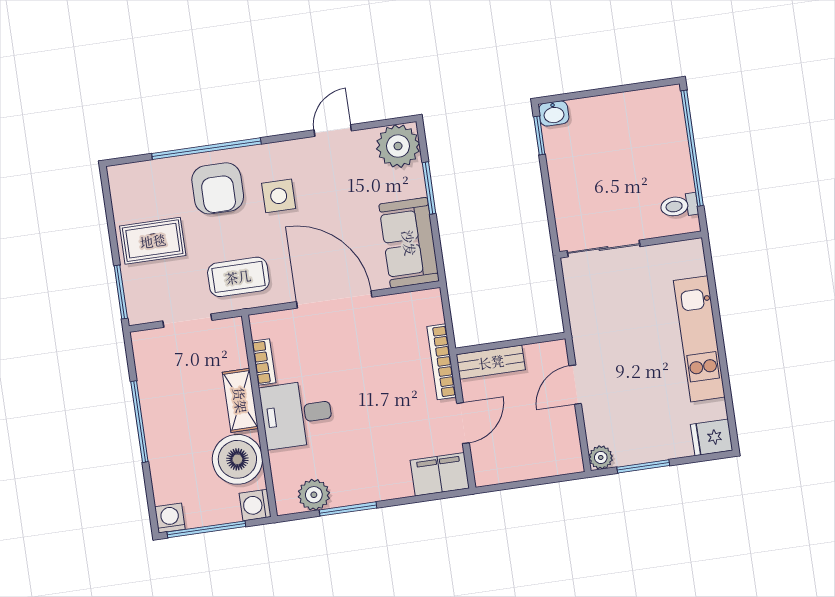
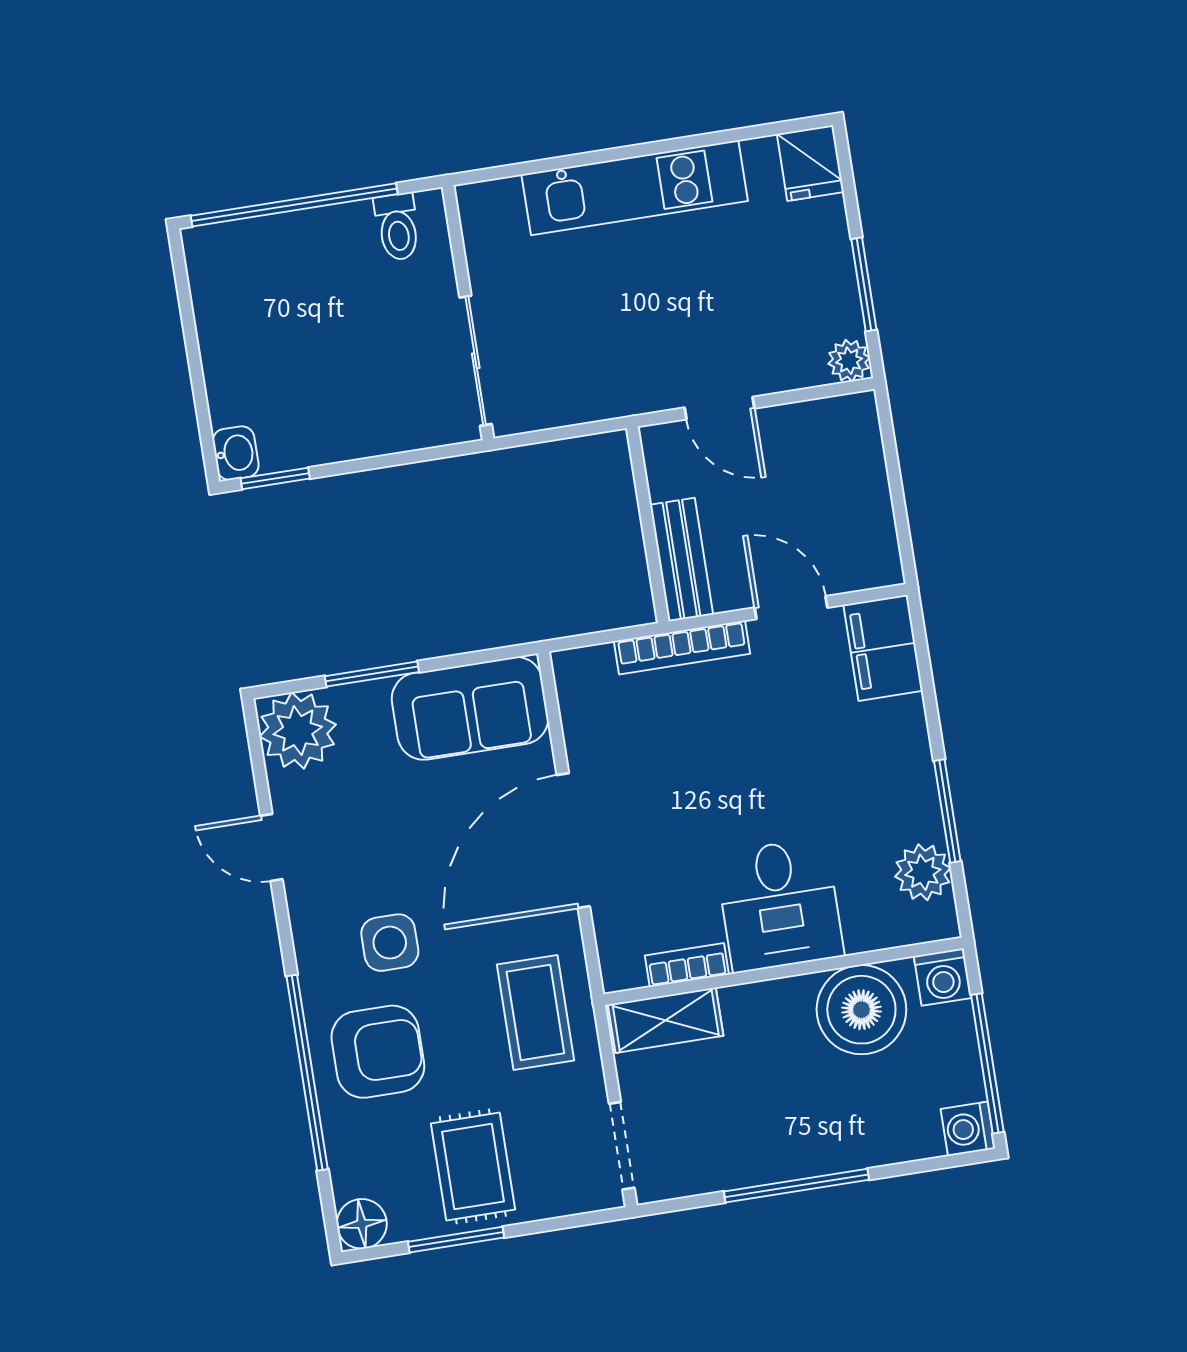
floor lamp: (121, 178) -> (362, 1224), added
window: (121, 292) -> (456, 1240), moved
doorway: (187, 321) -> (622, 1146), moved
shelving: (240, 400) -> (666, 1020), moved

